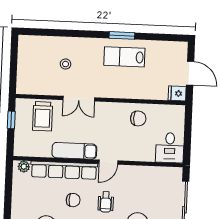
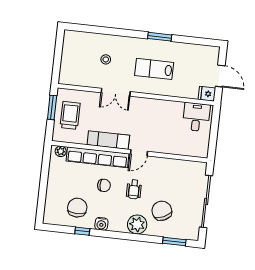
lab bench: (124, 57) -> (154, 69), moved
trolley: (43, 116) -> (70, 115), moved, turned 180
chair: (138, 118) -> (169, 114), removed
window: (11, 120) -> (52, 107), width x1.50
desk: (170, 148) -> (196, 117), moved, turned 180

